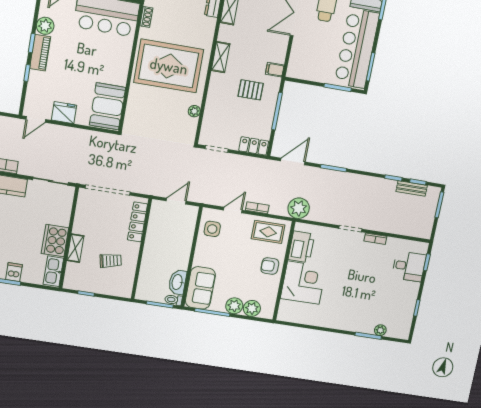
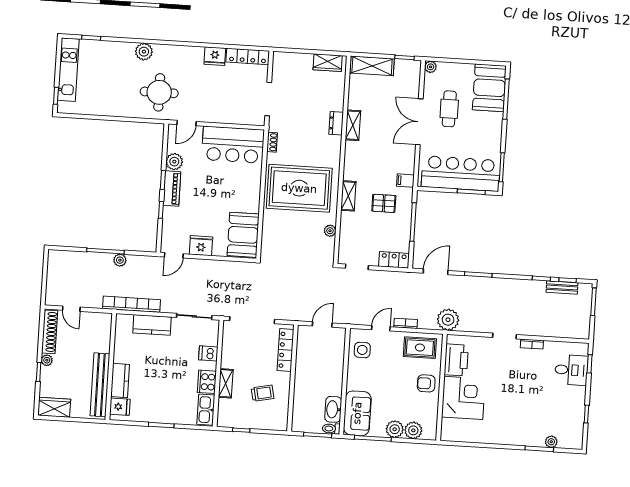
bar counter: (357, 48) -> (461, 174), moved, turned 90
shelving: (221, 57) -> (348, 196), moved
cooker: (55, 241) -> (207, 382), width x0.73, depth x0.76
dishwasher: (14, 272) -> (208, 353), moved, turned -90

